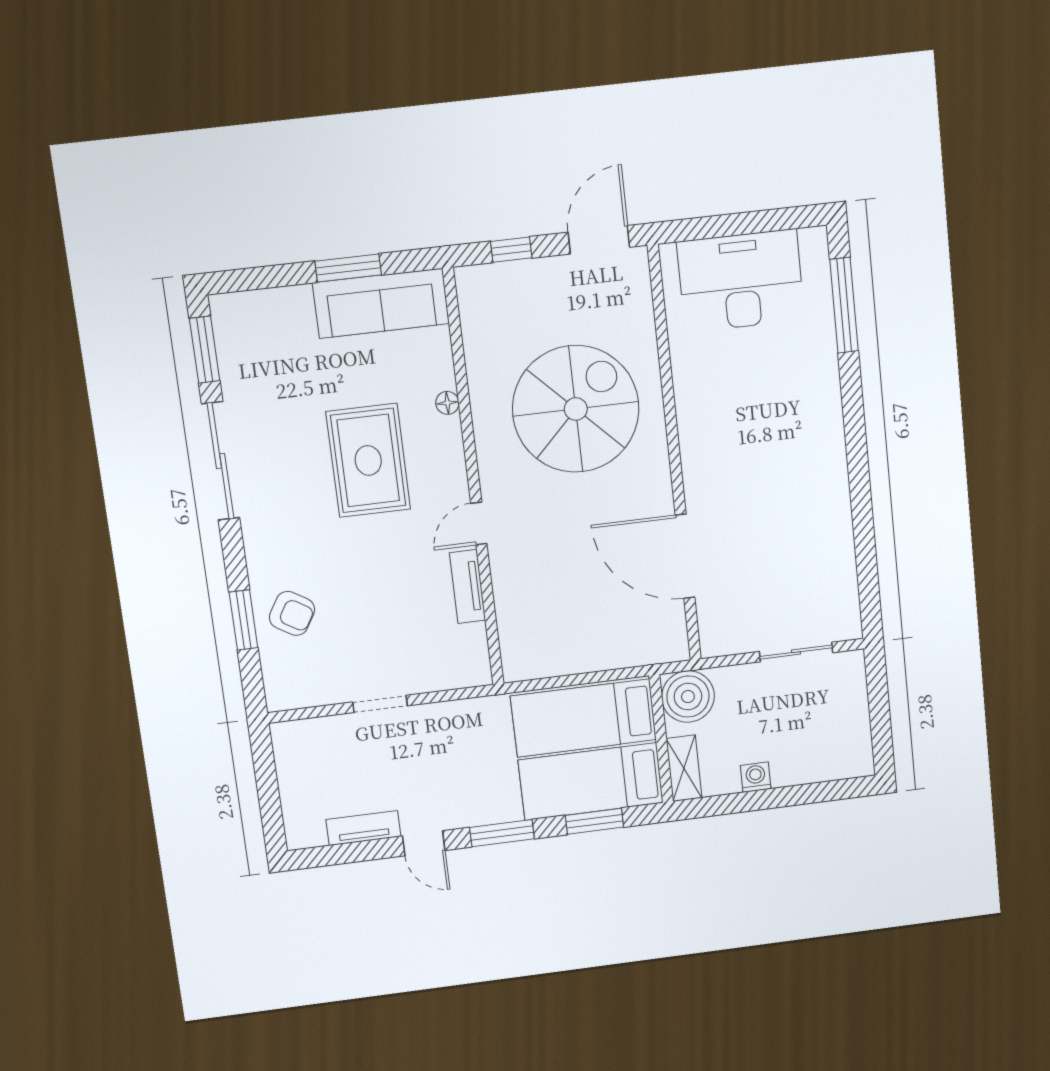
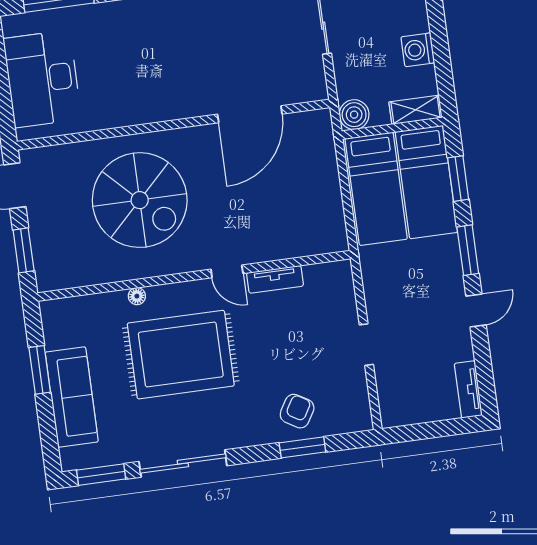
window: (511, 250) -> (24, 250), width x1.50
sofa: (381, 303) -> (72, 397), moved
spiral stairs: (576, 409) -> (140, 200), turned 180
rug: (368, 460) -> (181, 355), width x1.37, depth x1.44
boiler: (688, 696) -> (354, 115), width x0.73, depth x0.73
washing machine: (756, 777) -> (418, 50), width x1.38, depth x1.38
tv unit: (363, 828) -> (468, 389), moved

